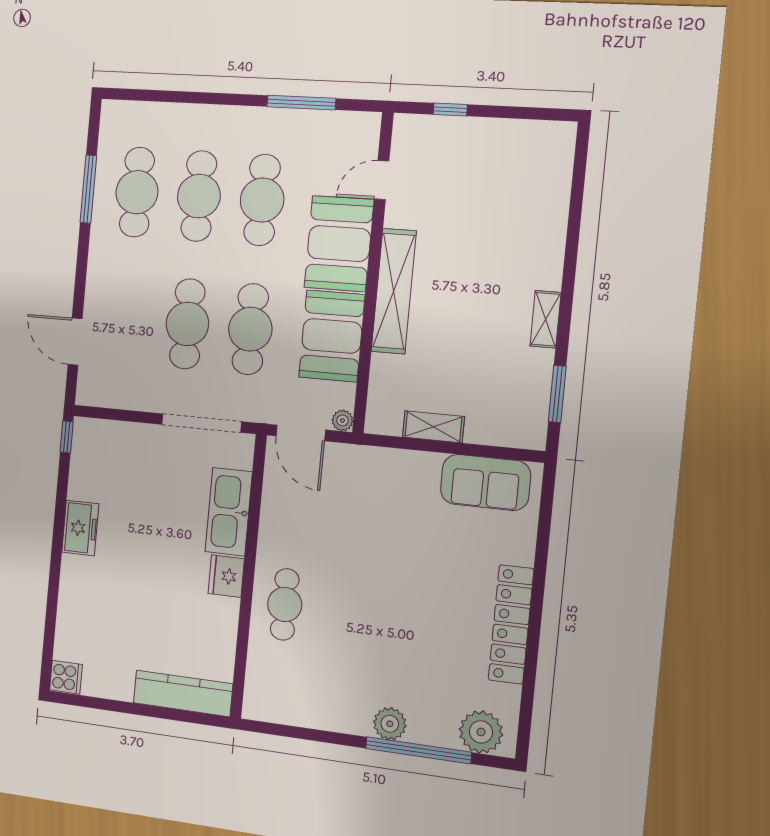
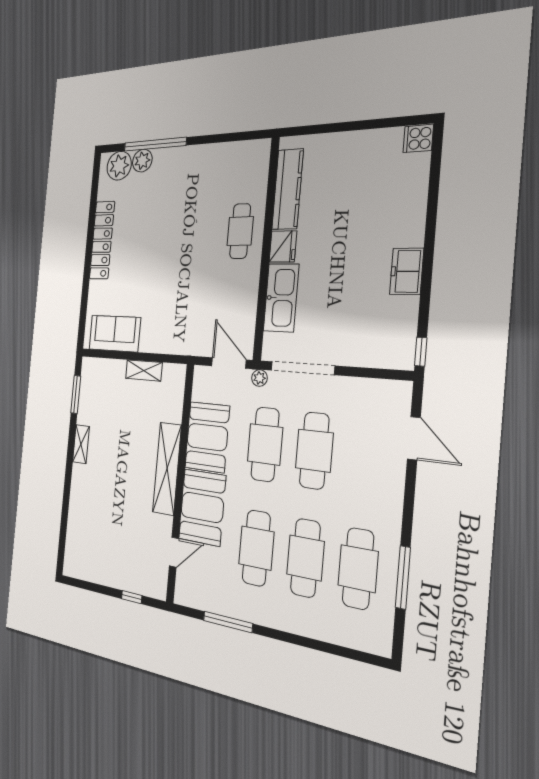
plant: (342, 420) -> (259, 378), moved
kitchen counter: (183, 693) -> (288, 189), moved, turned -90
plant: (390, 724) -> (142, 161), moved

